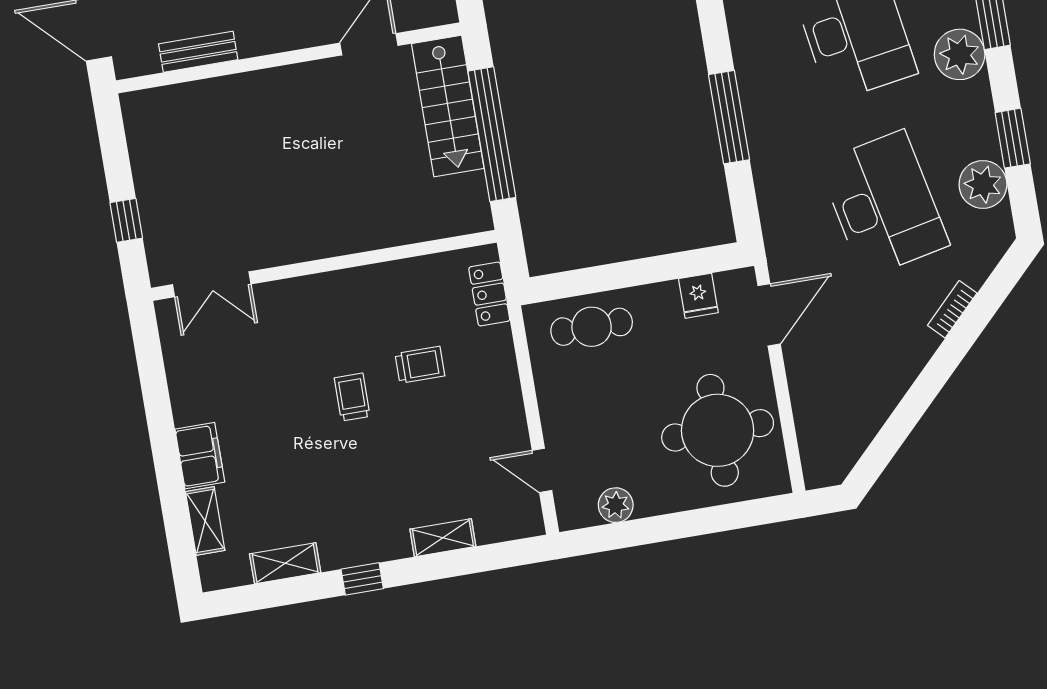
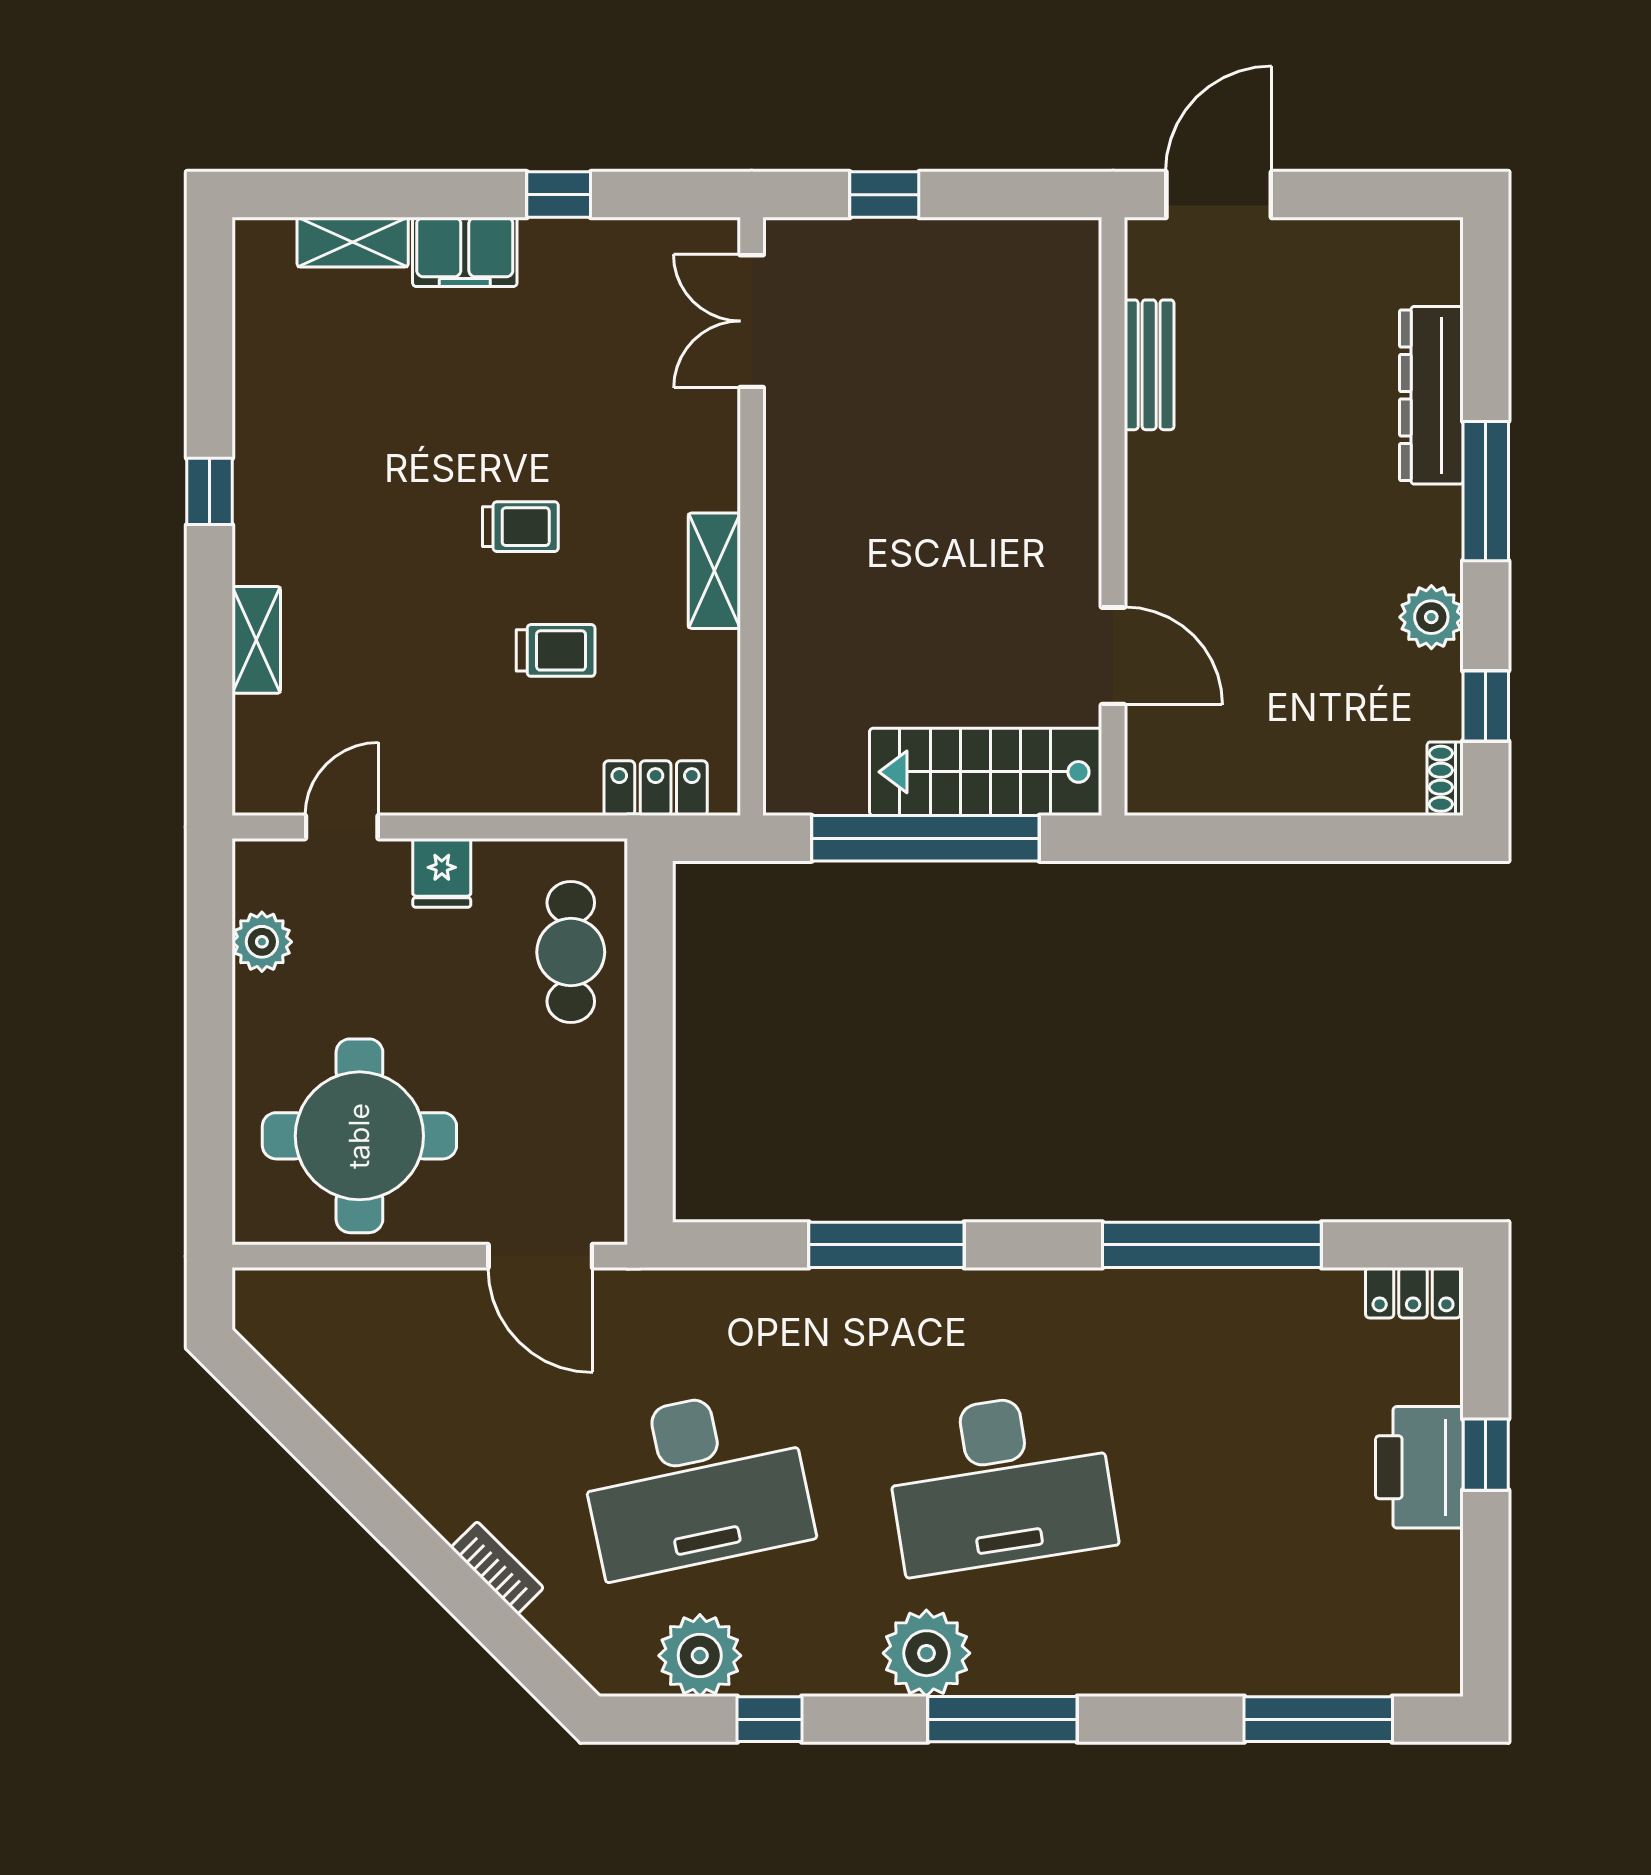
window: (1013, 138) -> (769, 1719), width x0.67
fridge: (698, 296) -> (442, 873), moved, turned -90
trolley: (420, 365) -> (556, 650), turned -90
window: (158, 407) -> (559, 195), added
shelving: (285, 563) -> (714, 571), moved

